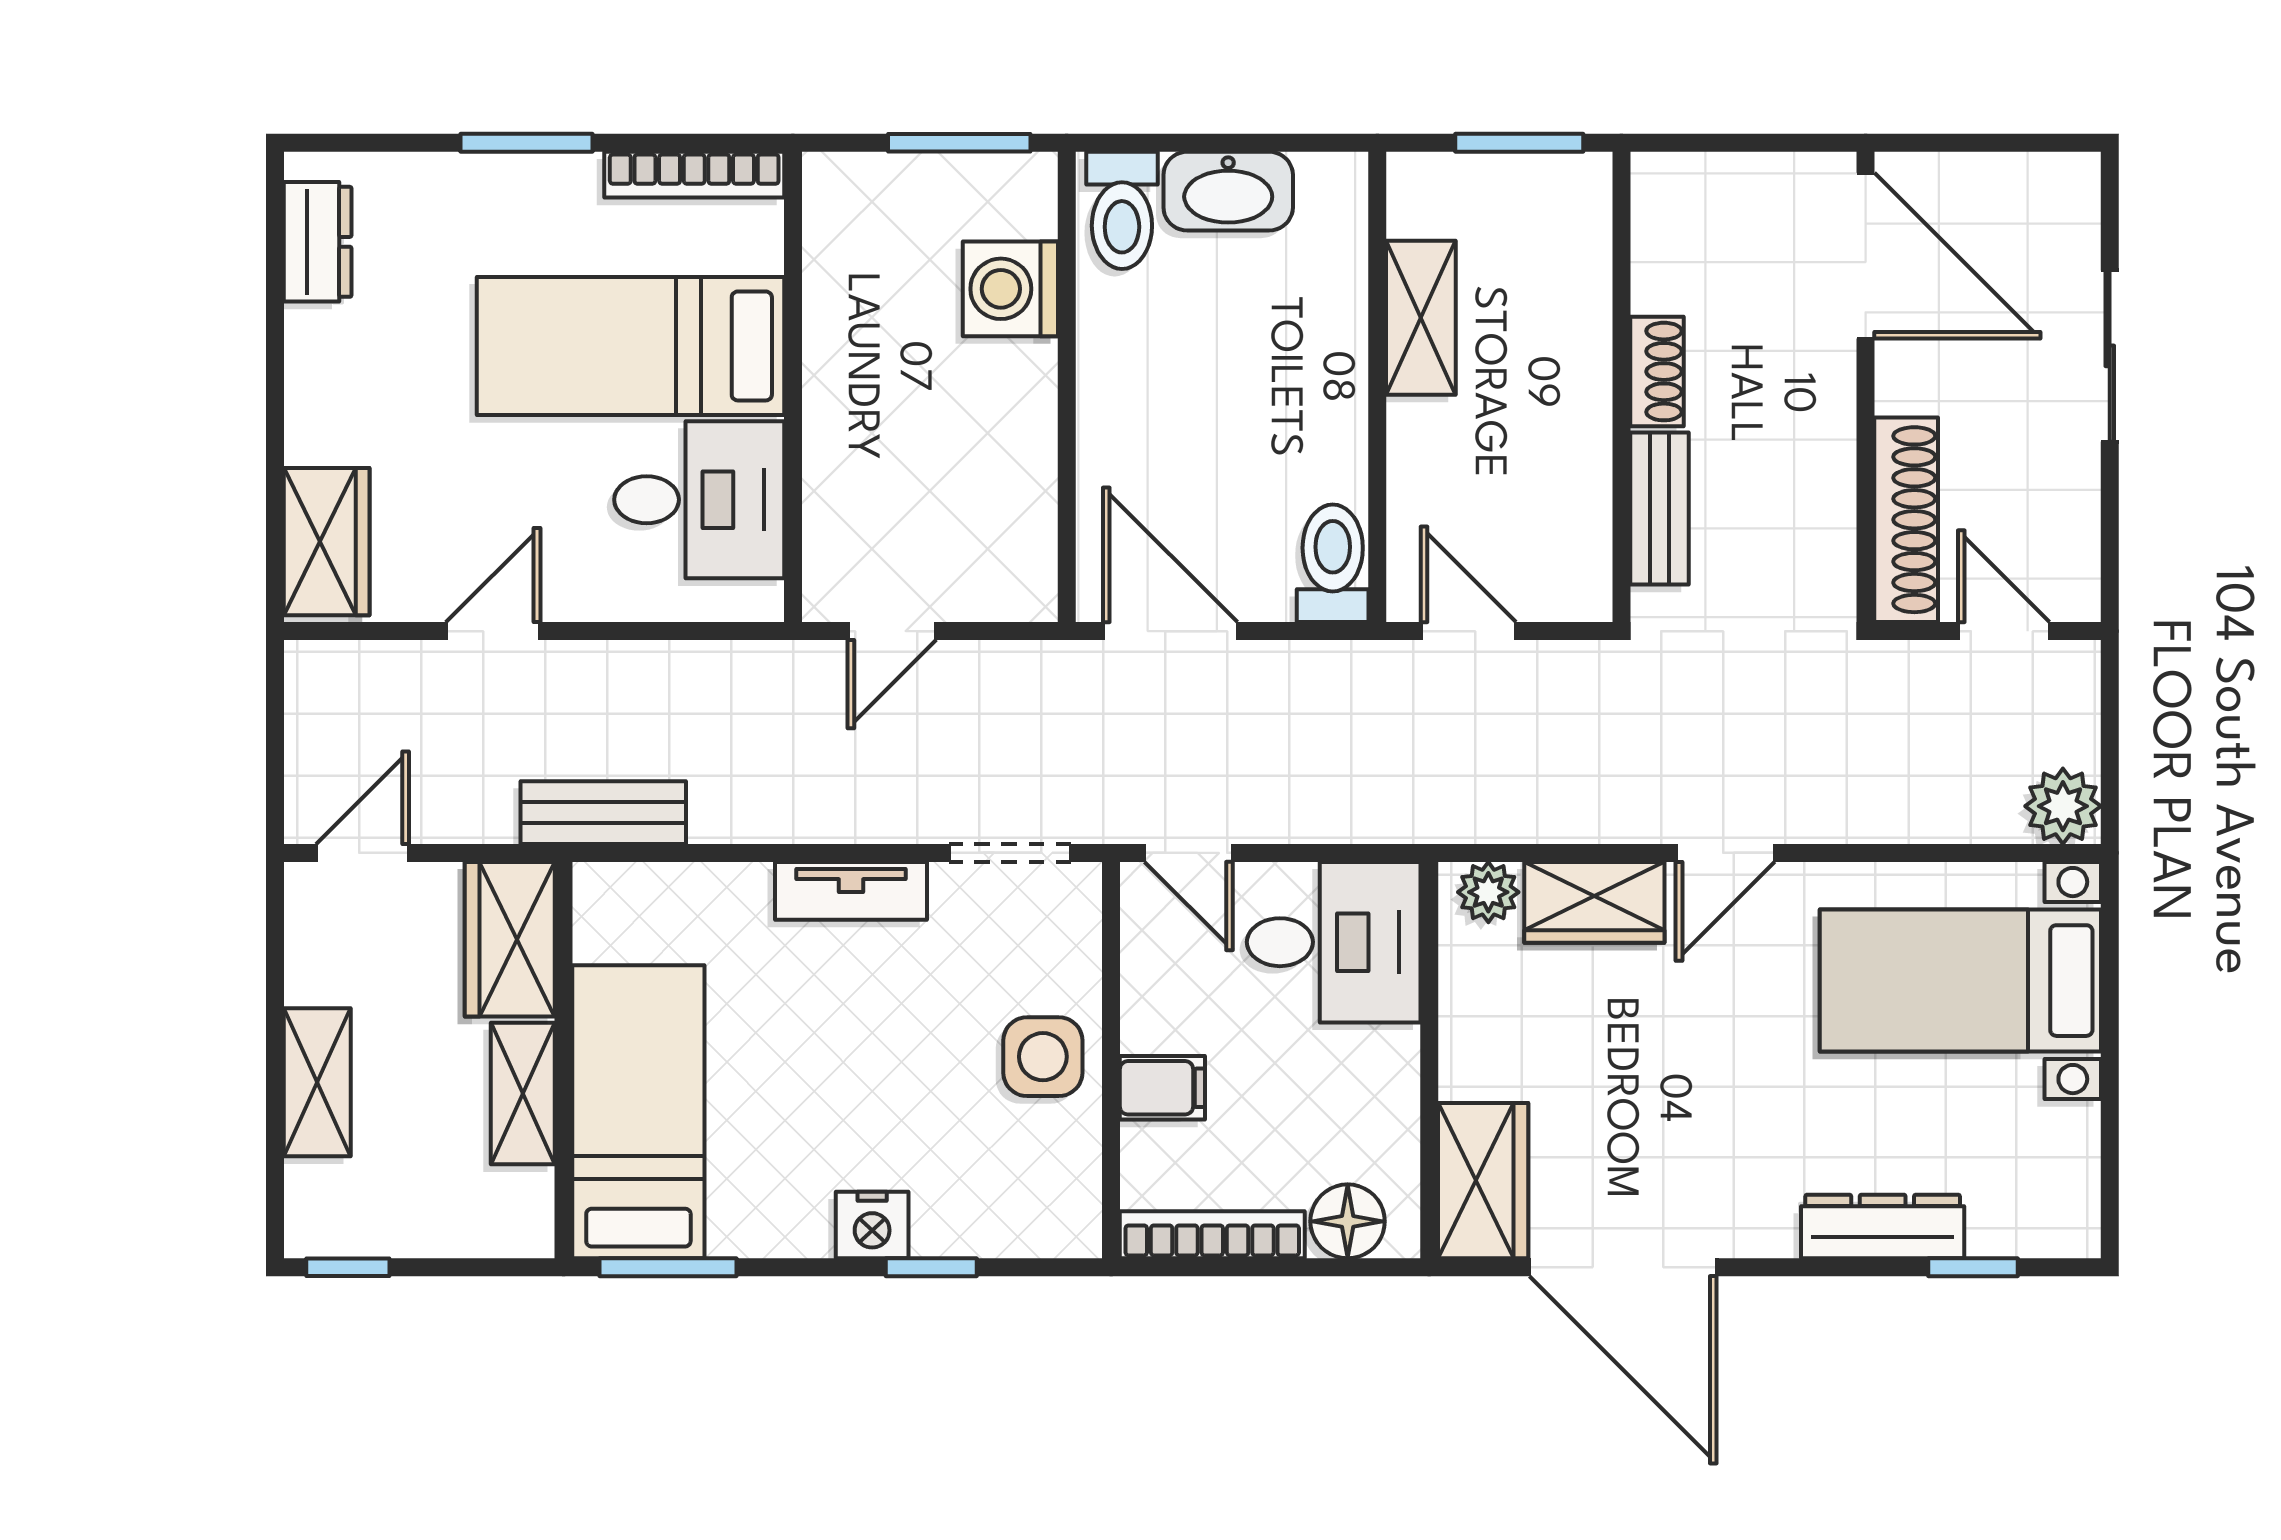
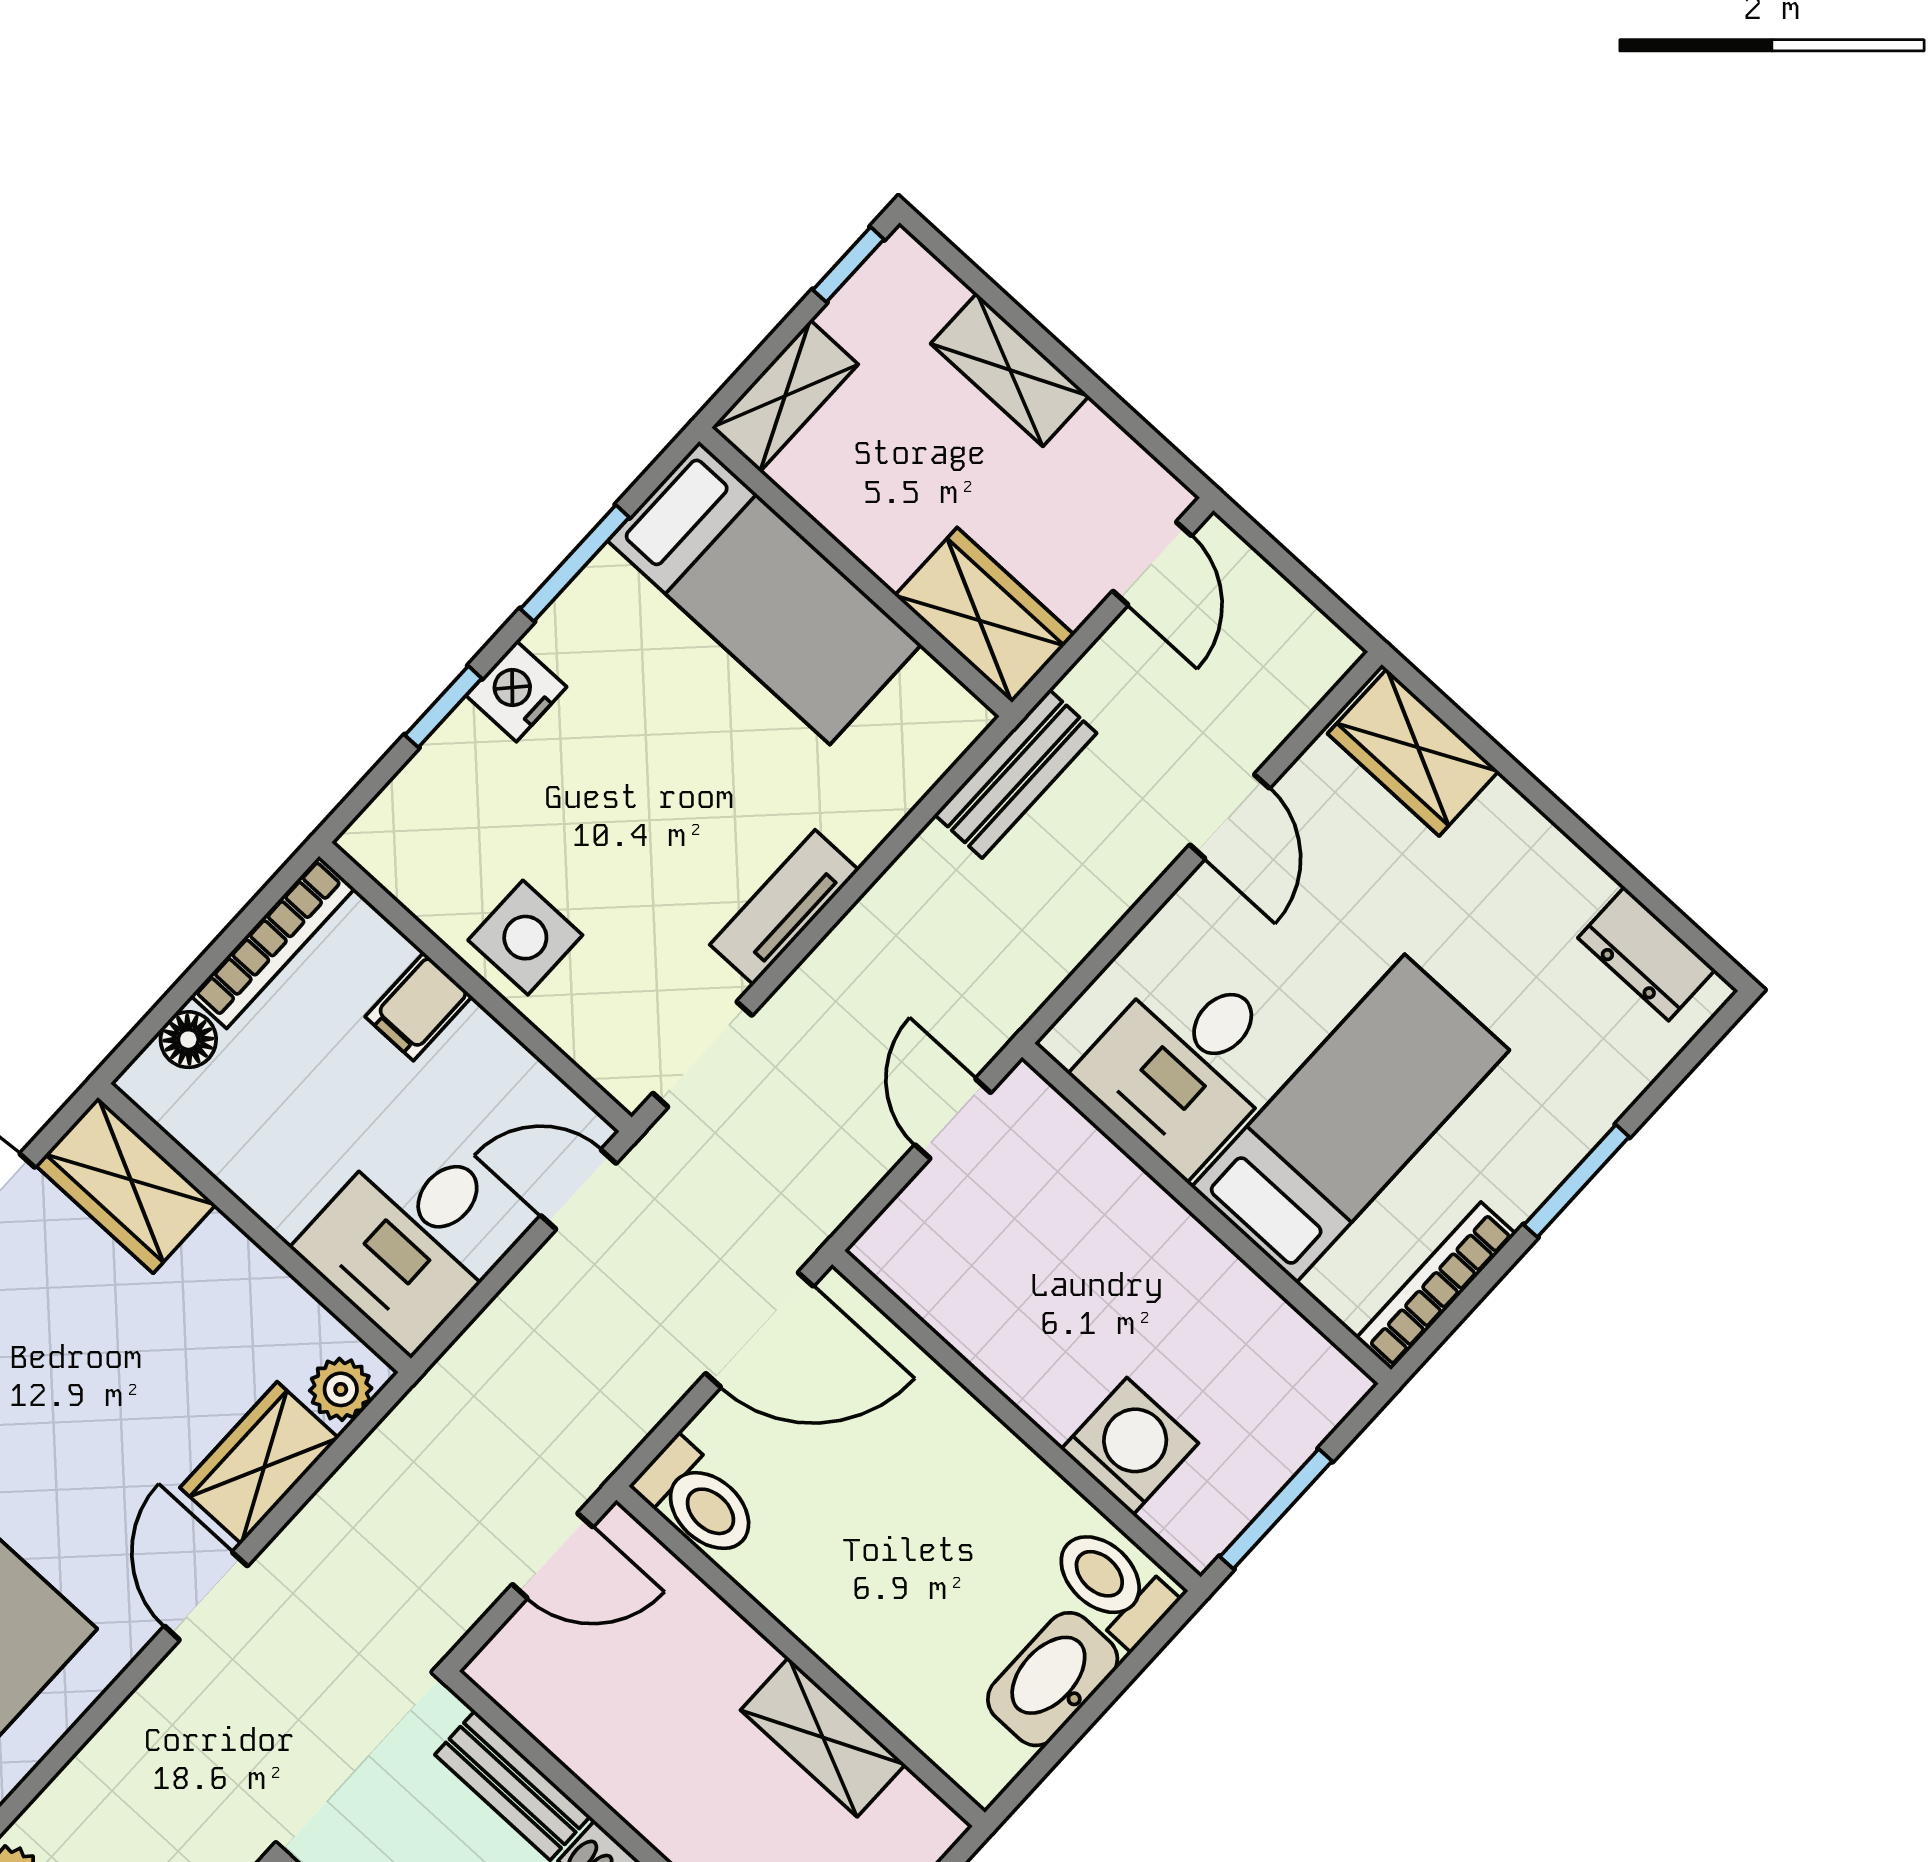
shelving: (523, 1094) -> (785, 396), moved, turned 90
floor lamp: (1348, 1221) -> (188, 1040), width x0.73, depth x0.73
window: (668, 1267) -> (575, 563), moved

